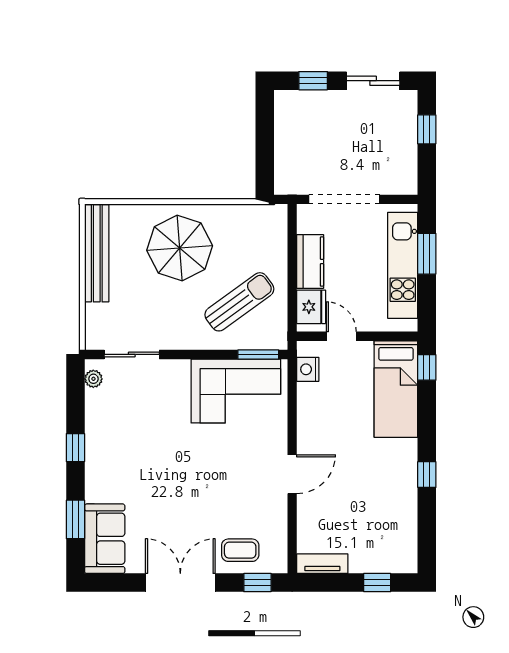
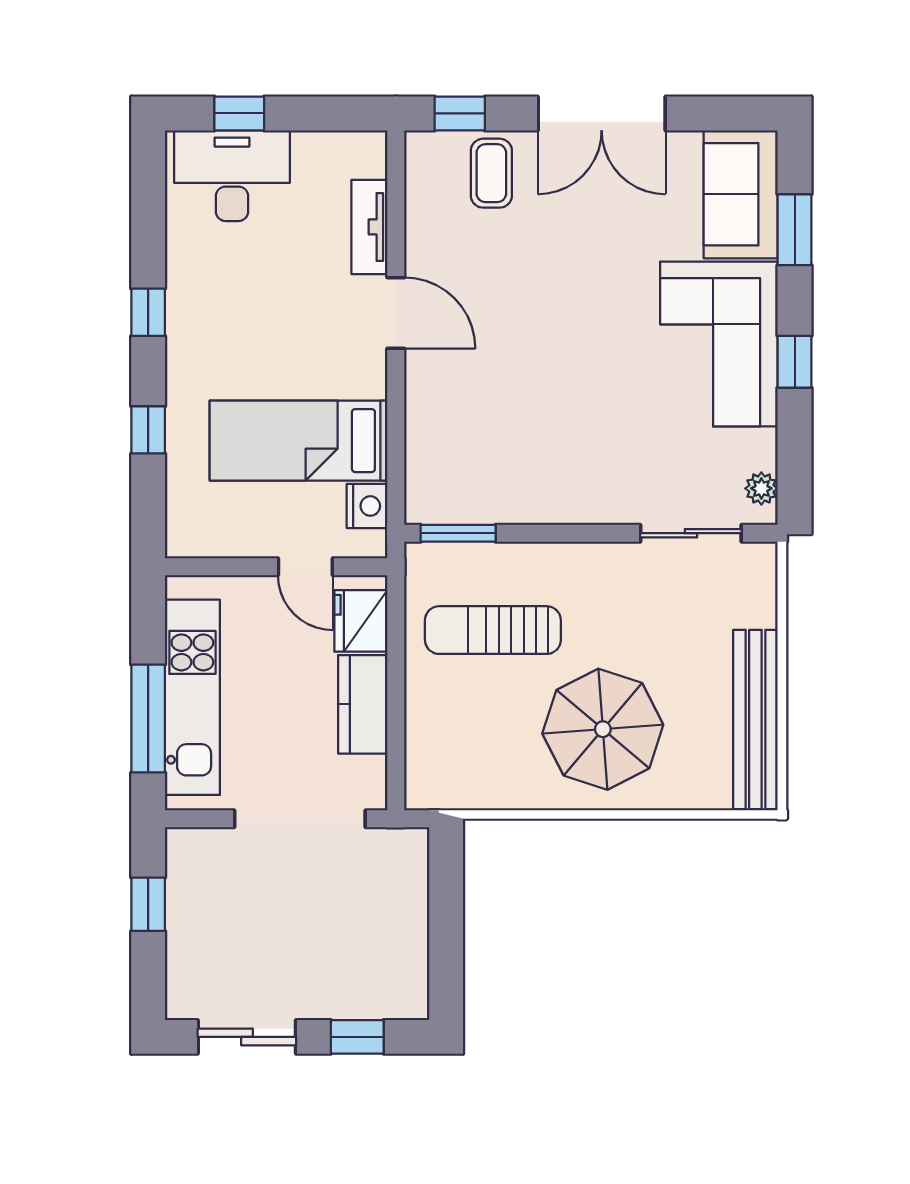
window: (427, 129) -> (148, 904), moved
window: (427, 254) -> (148, 719), width x1.44
sun lounger: (239, 302) -> (493, 630), turned 36
window: (427, 367) -> (148, 430), moved
bed: (396, 389) -> (299, 441), moved, turned -90
corner sofa: (236, 391) -> (719, 344), moved, turned -90
door: (292, 474) -> (396, 313), swing flipped
desk: (381, 549) -> (232, 176), added
coffee table: (240, 550) -> (491, 173), turned 90
tv unit: (322, 564) -> (369, 227), moved, turned 90

